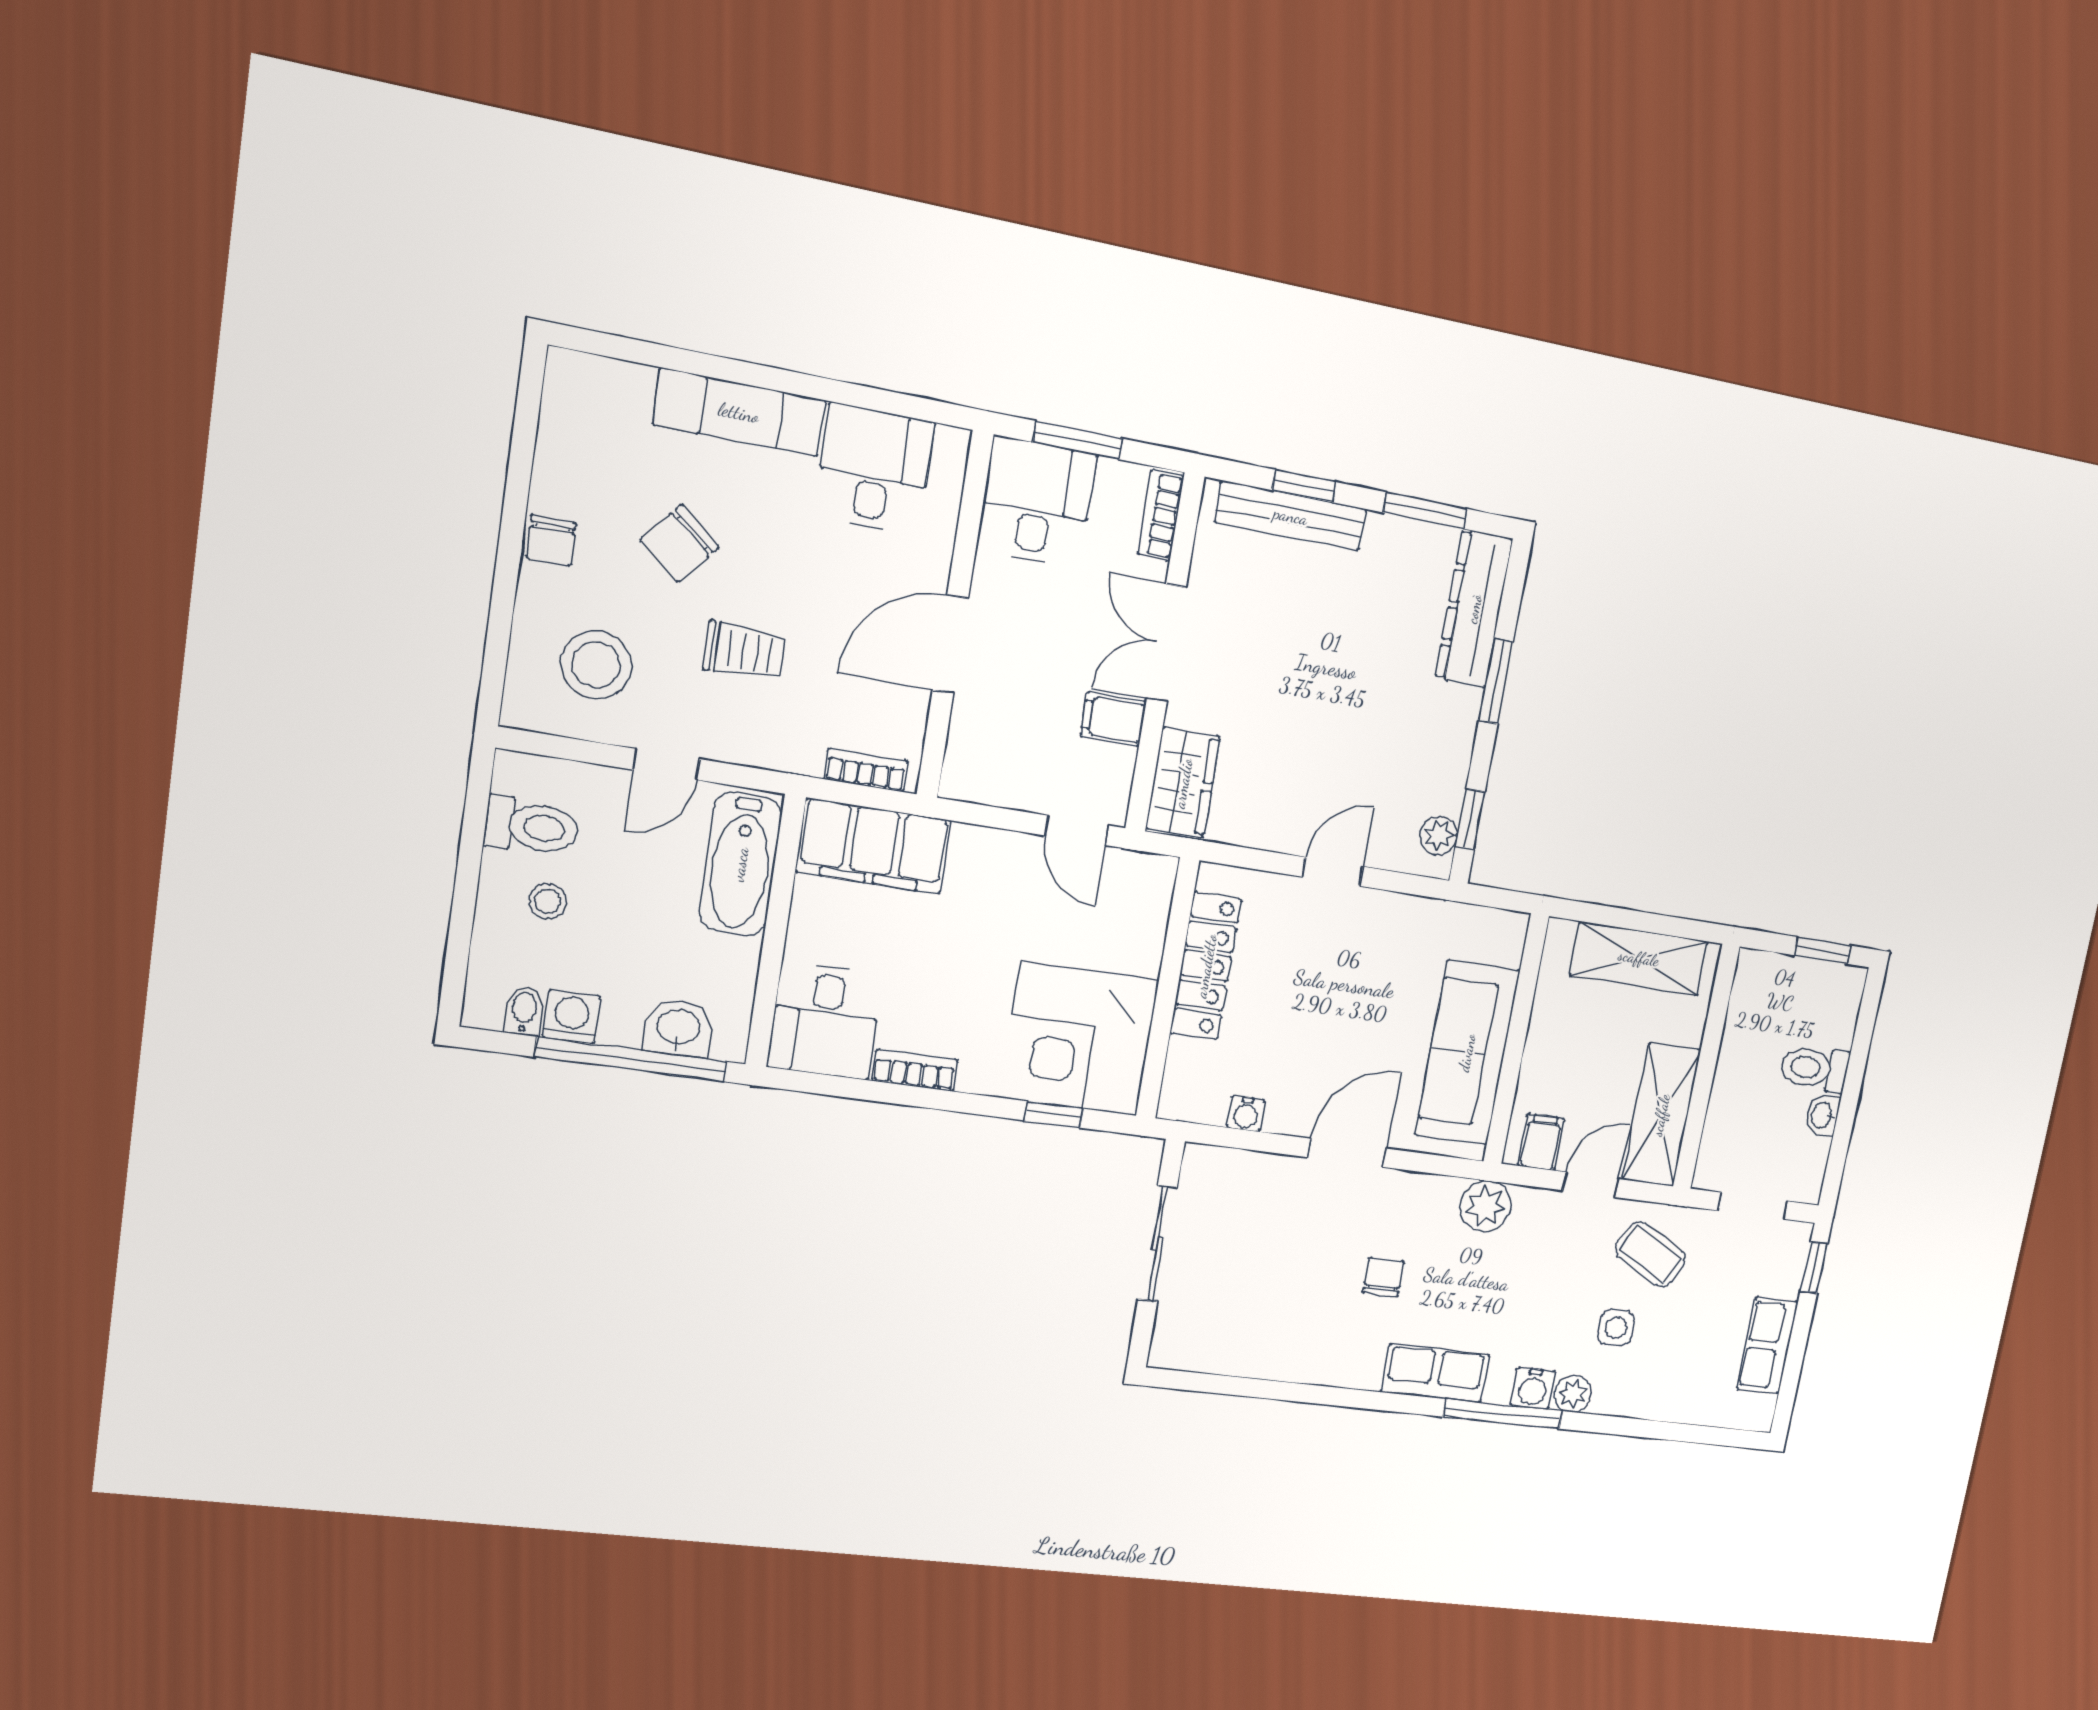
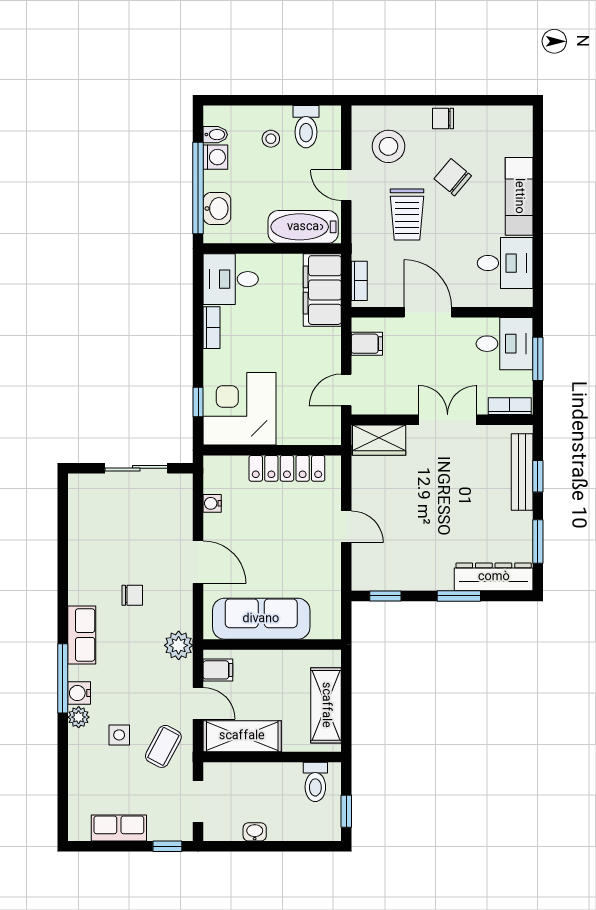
trolley: (745, 651) -> (407, 215), width x1.36, depth x1.39
filing cabinet: (1113, 719) -> (367, 344), moved, turned 90
plant: (1439, 836) -> (374, 581), removed
toilet: (1815, 1068) -> (315, 782), moved, turned 180

